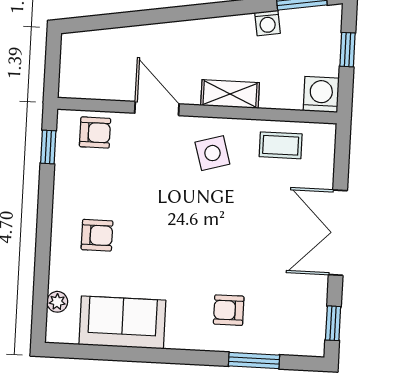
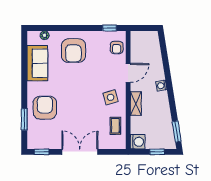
washing machine: (267, 23) -> (161, 86), moved
armchair: (97, 235) -> (73, 51), width x1.88, depth x1.88
armchair: (229, 310) -> (45, 108), width x1.88, depth x1.88

